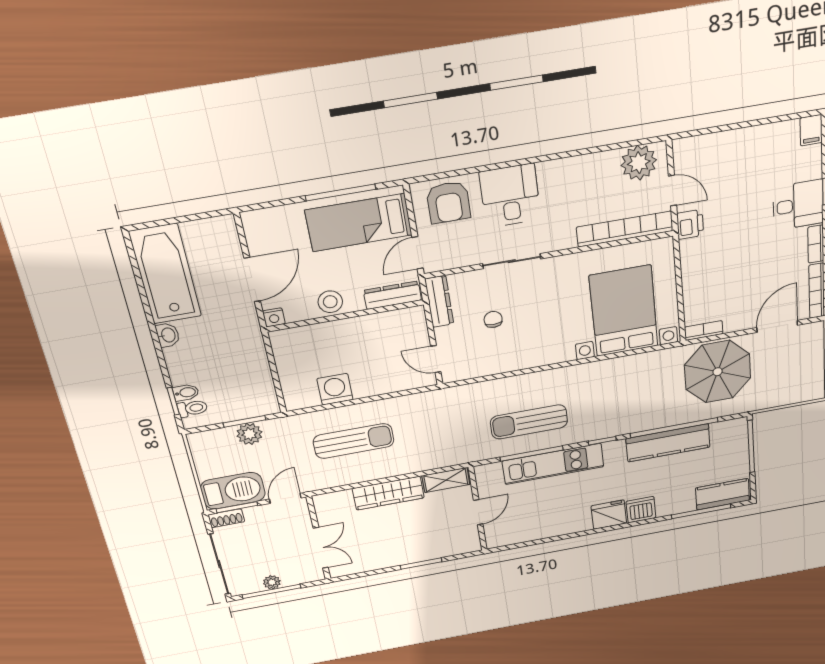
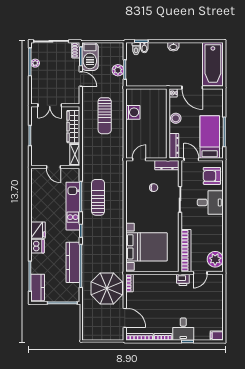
bathtub: (165, 274) -> (213, 64), moved, turned 90
wall: (319, 538) -> (55, 105), moved
double door: (321, 548) -> (50, 105), moved

